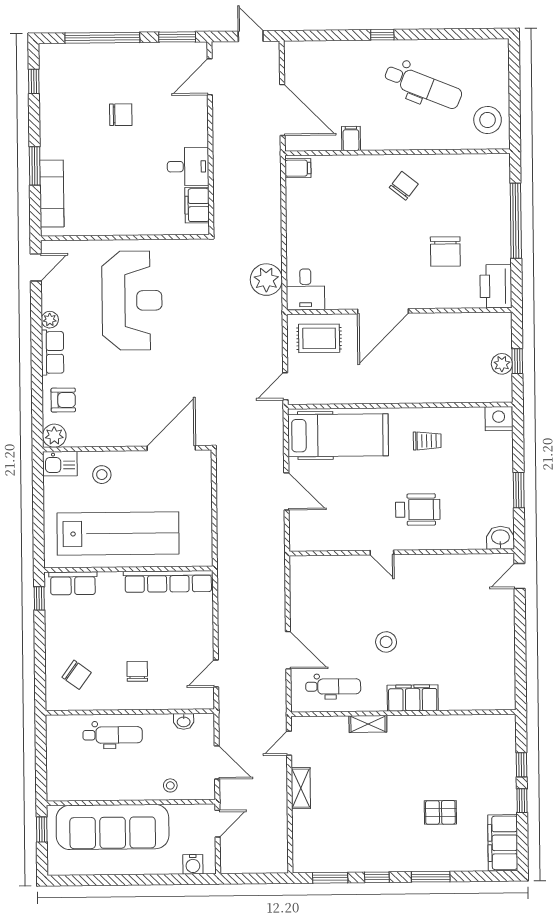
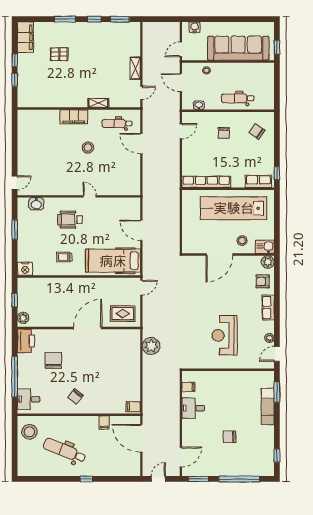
door: (251, 36) -> (158, 479), swing flipped
window: (35, 166) -> (277, 392), moved
exam couch: (52, 194) -> (268, 406), moved
filing cabinet: (197, 205) -> (188, 387), width x0.50
desk: (305, 289) -> (29, 399), moved, turned -90
reception desk: (132, 301) -> (225, 335), width x0.74, depth x0.77
plant: (50, 320) -> (270, 338), moved
plant: (502, 364) -> (23, 318), moved
door: (171, 448) -> (220, 255), moved
washbasin: (500, 538) -> (36, 204), moved

